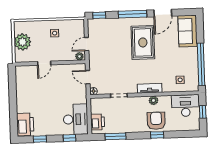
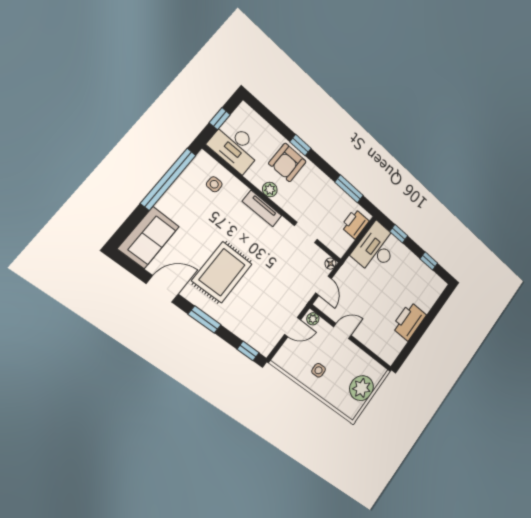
window: (132, 14) -> (205, 319), width x0.69
door: (44, 63) -> (342, 331), moved
printer: (25, 124) -> (409, 321), moved

